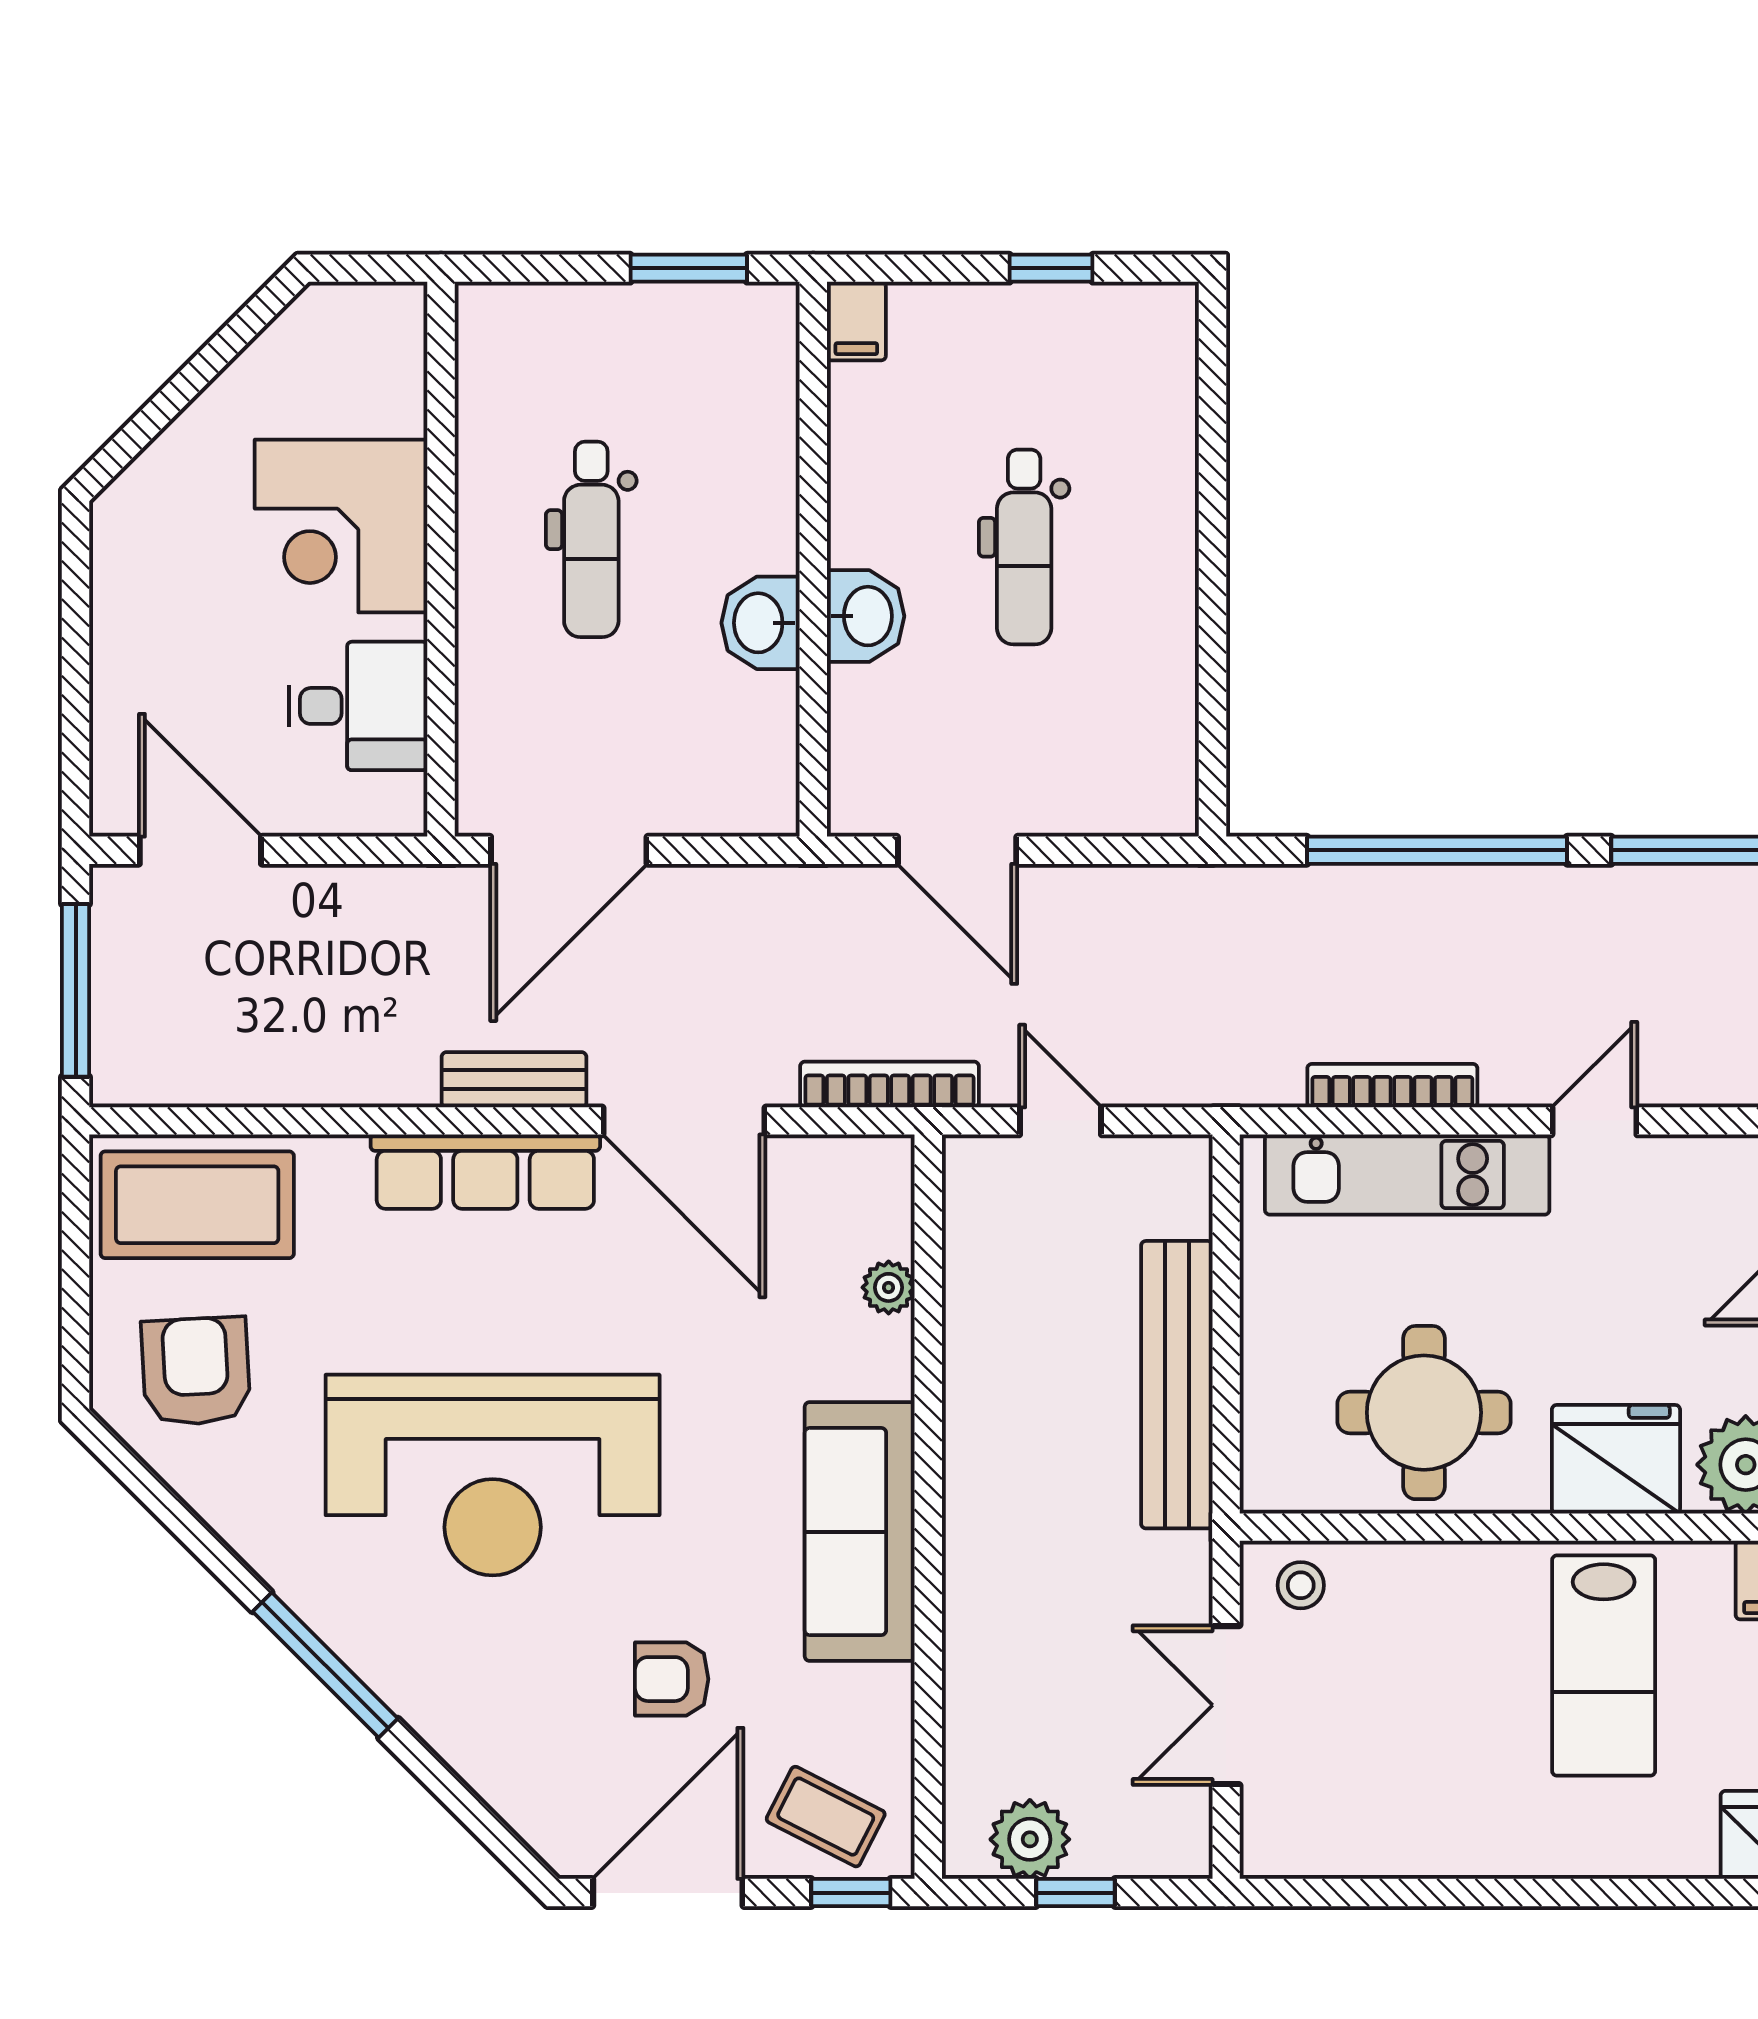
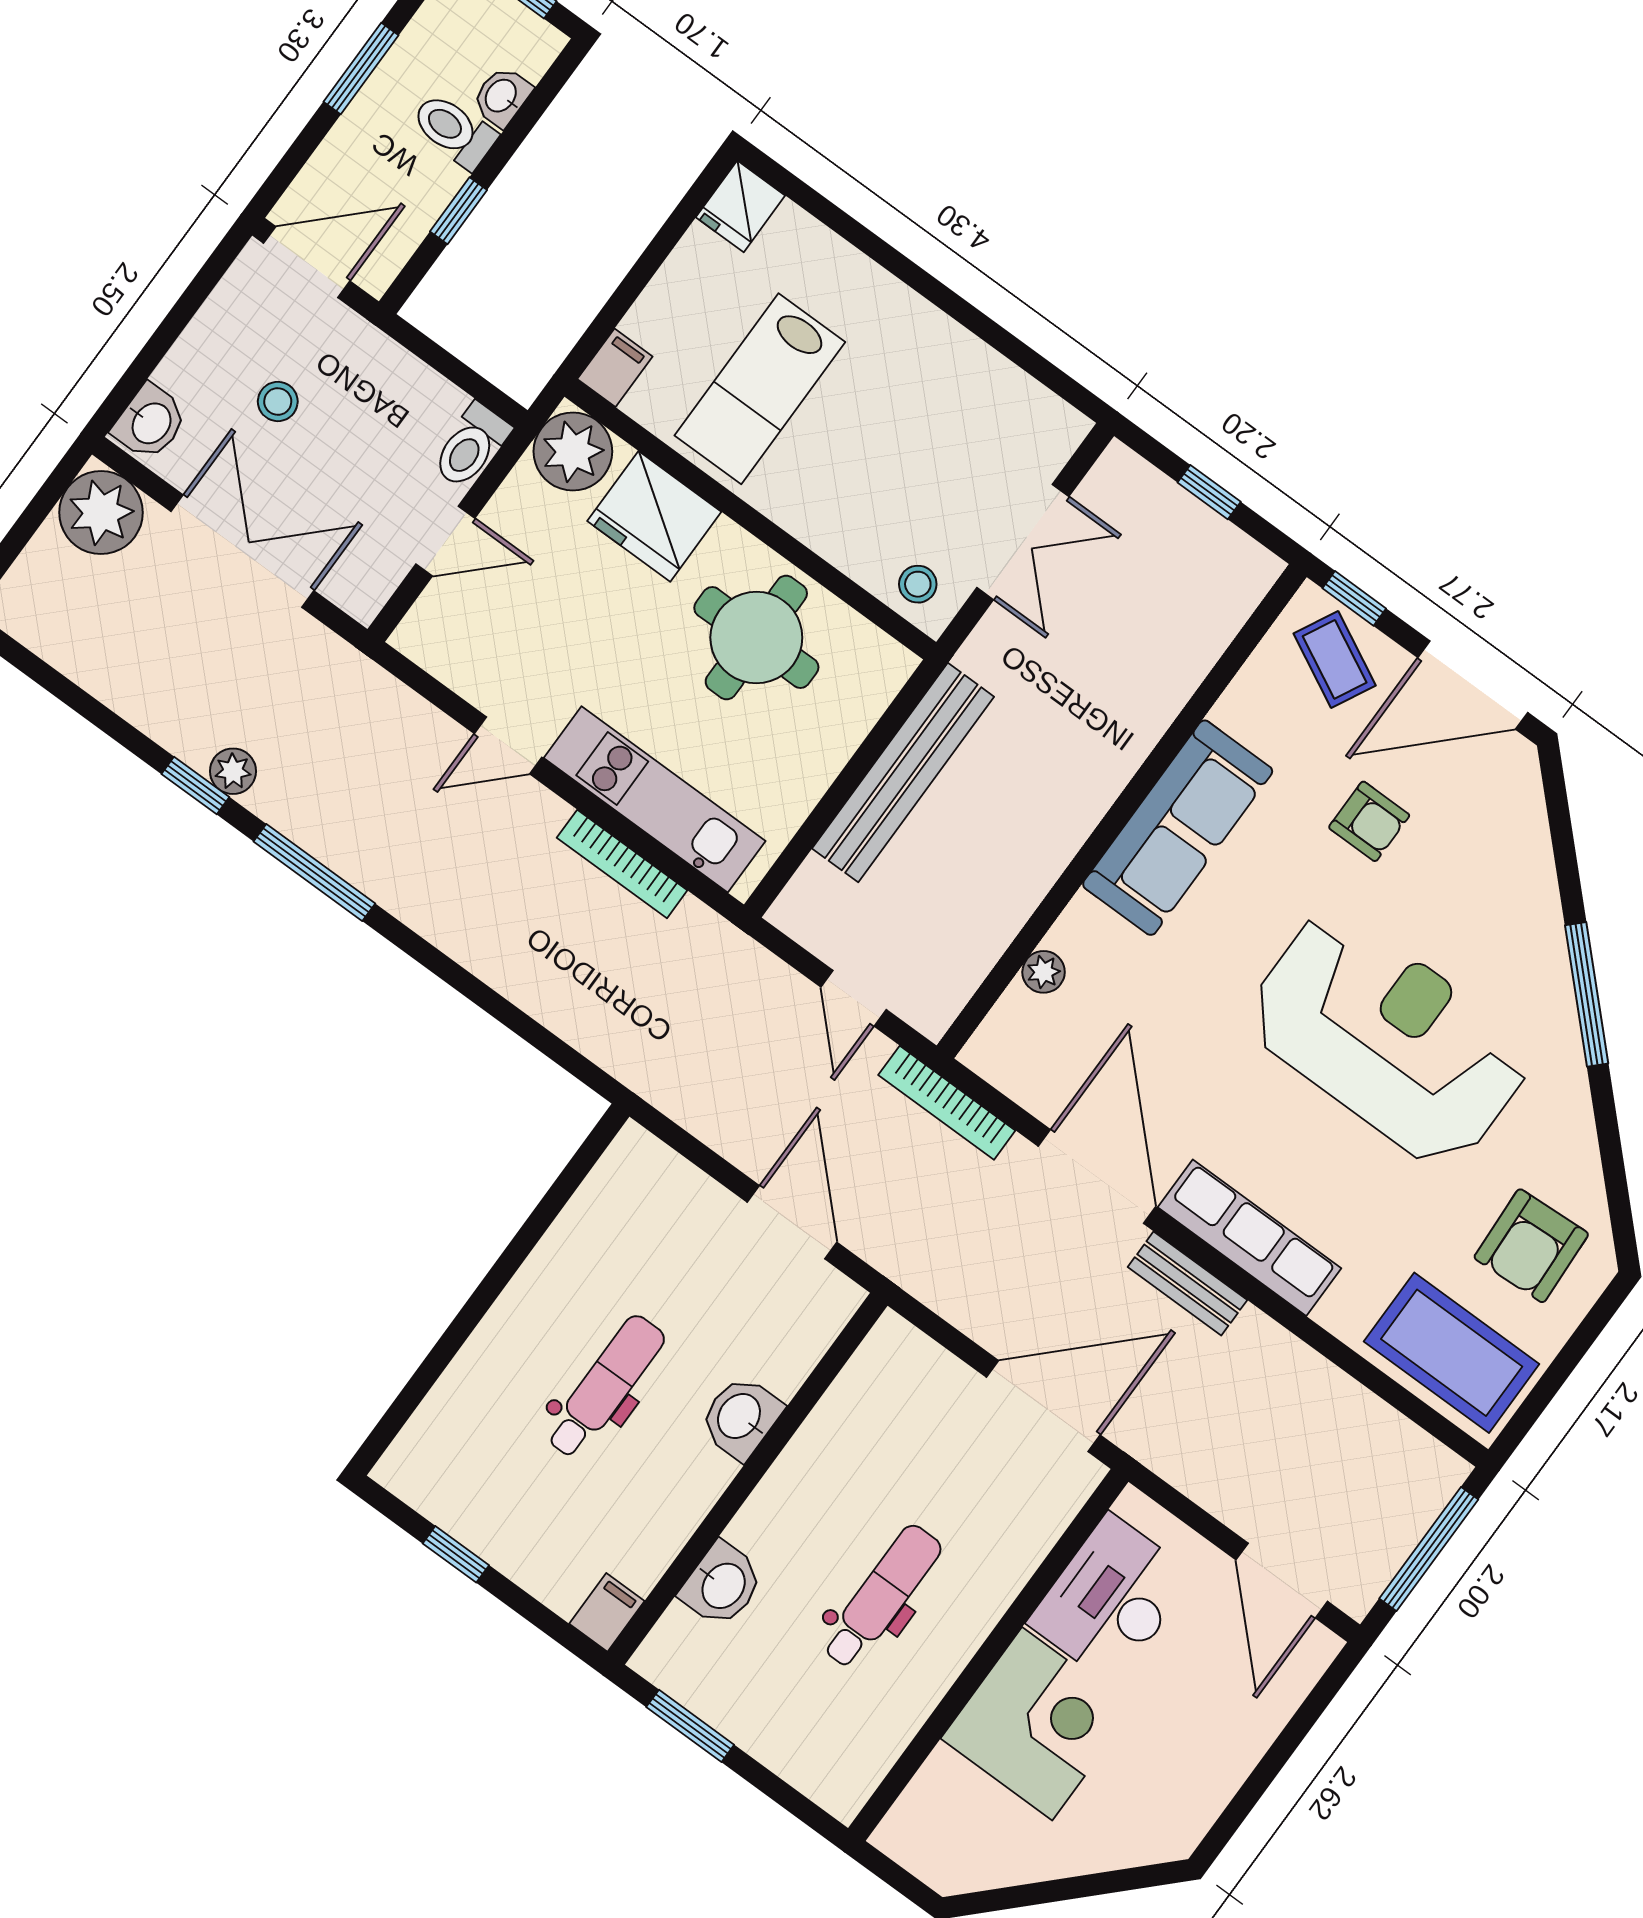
washbasin: (761, 623) -> (722, 1585), moved
desk: (358, 706) -> (1111, 1599), width x1.37
window: (1437, 850) -> (482, 995), removed
lab bench: (1604, 1666) -> (760, 389), turned 180
plant: (1030, 1839) -> (1213, 548), removed

